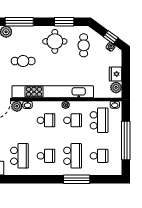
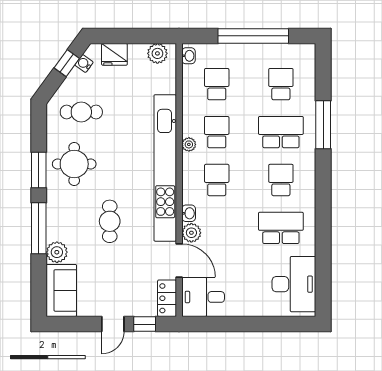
window: (64, 22) -> (39, 170), moved
fridge: (116, 74) -> (114, 54), moved
school desk: (99, 120) -> (217, 84), width x0.54

